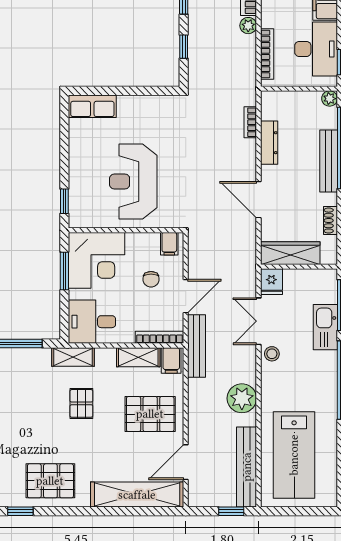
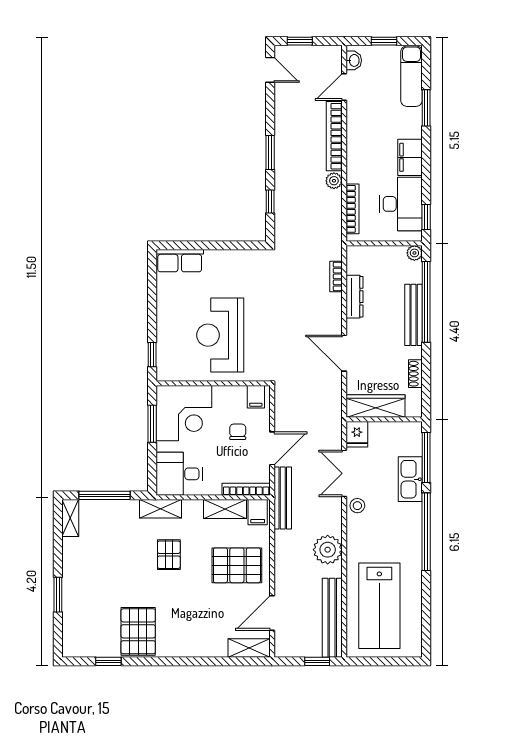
chair: (151, 279) -> (238, 432), turned 180
pallet: (50, 481) -> (138, 631), turned 90
shelving: (137, 495) -> (249, 648), width x0.45, depth x0.75

